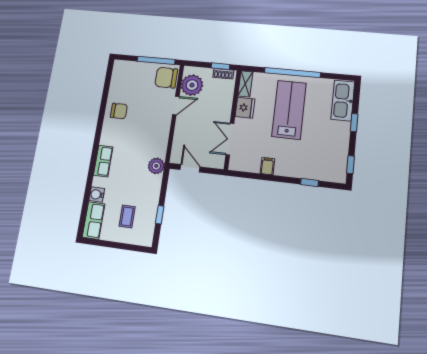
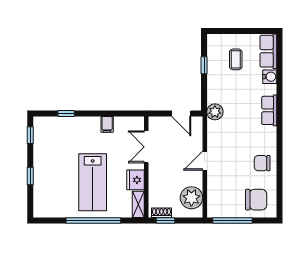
chair: (166, 78) -> (256, 200), moved
kitchen sink: (343, 101) -> (43, 197), removed
door: (176, 105) -> (205, 161), moved
double door: (230, 139) -> (146, 147), swing flipped

